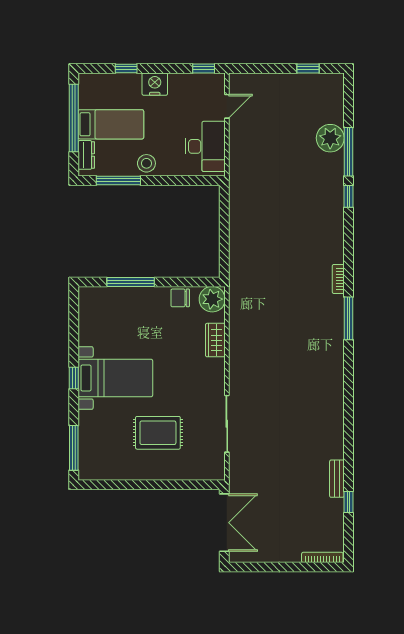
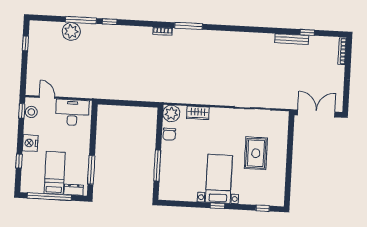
stool: (146, 163) -> (31, 112), moved
window: (74, 448) -> (263, 208), width x0.46
bench: (337, 479) -> (292, 39), width x1.36

